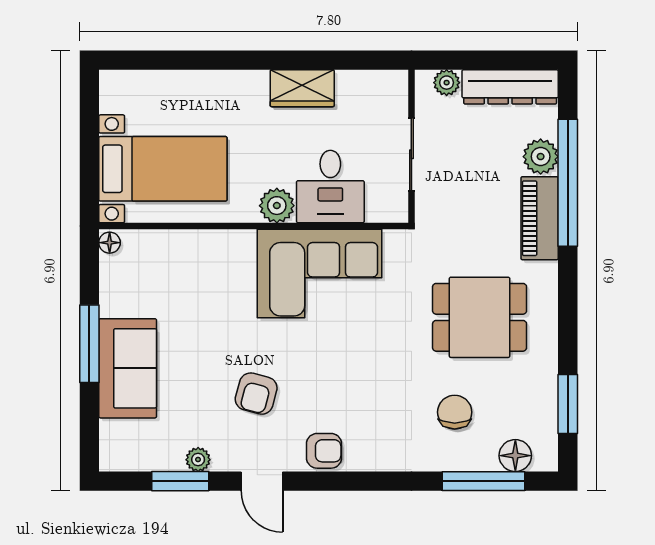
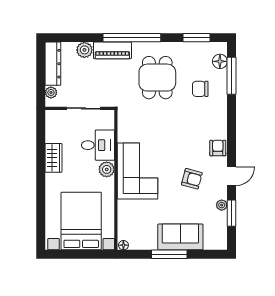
bed with nightstands: (163, 169) -> (81, 221), width x1.36
window: (568, 183) -> (132, 38), moved
corner sofa: (320, 273) -> (137, 171), moved

